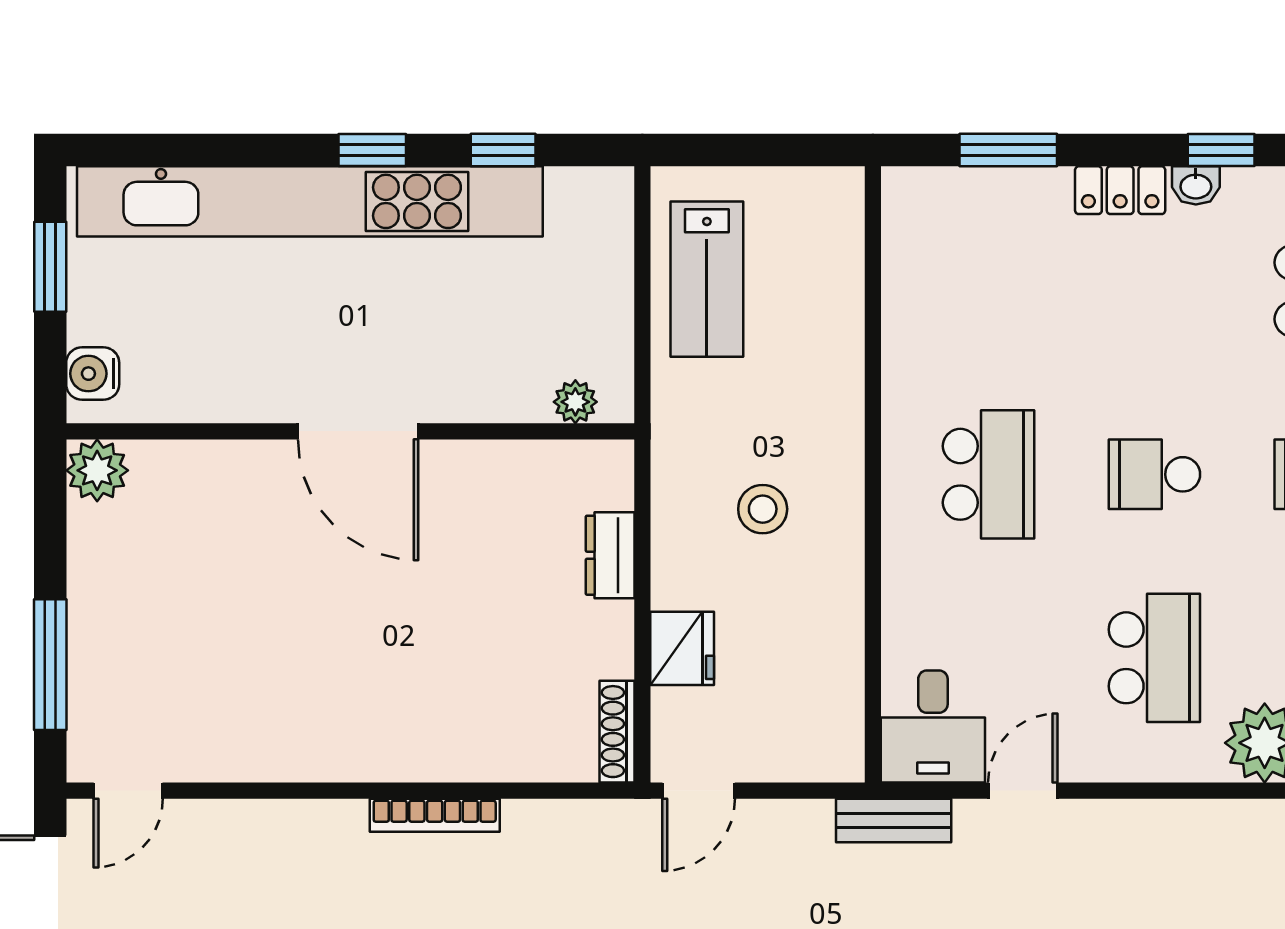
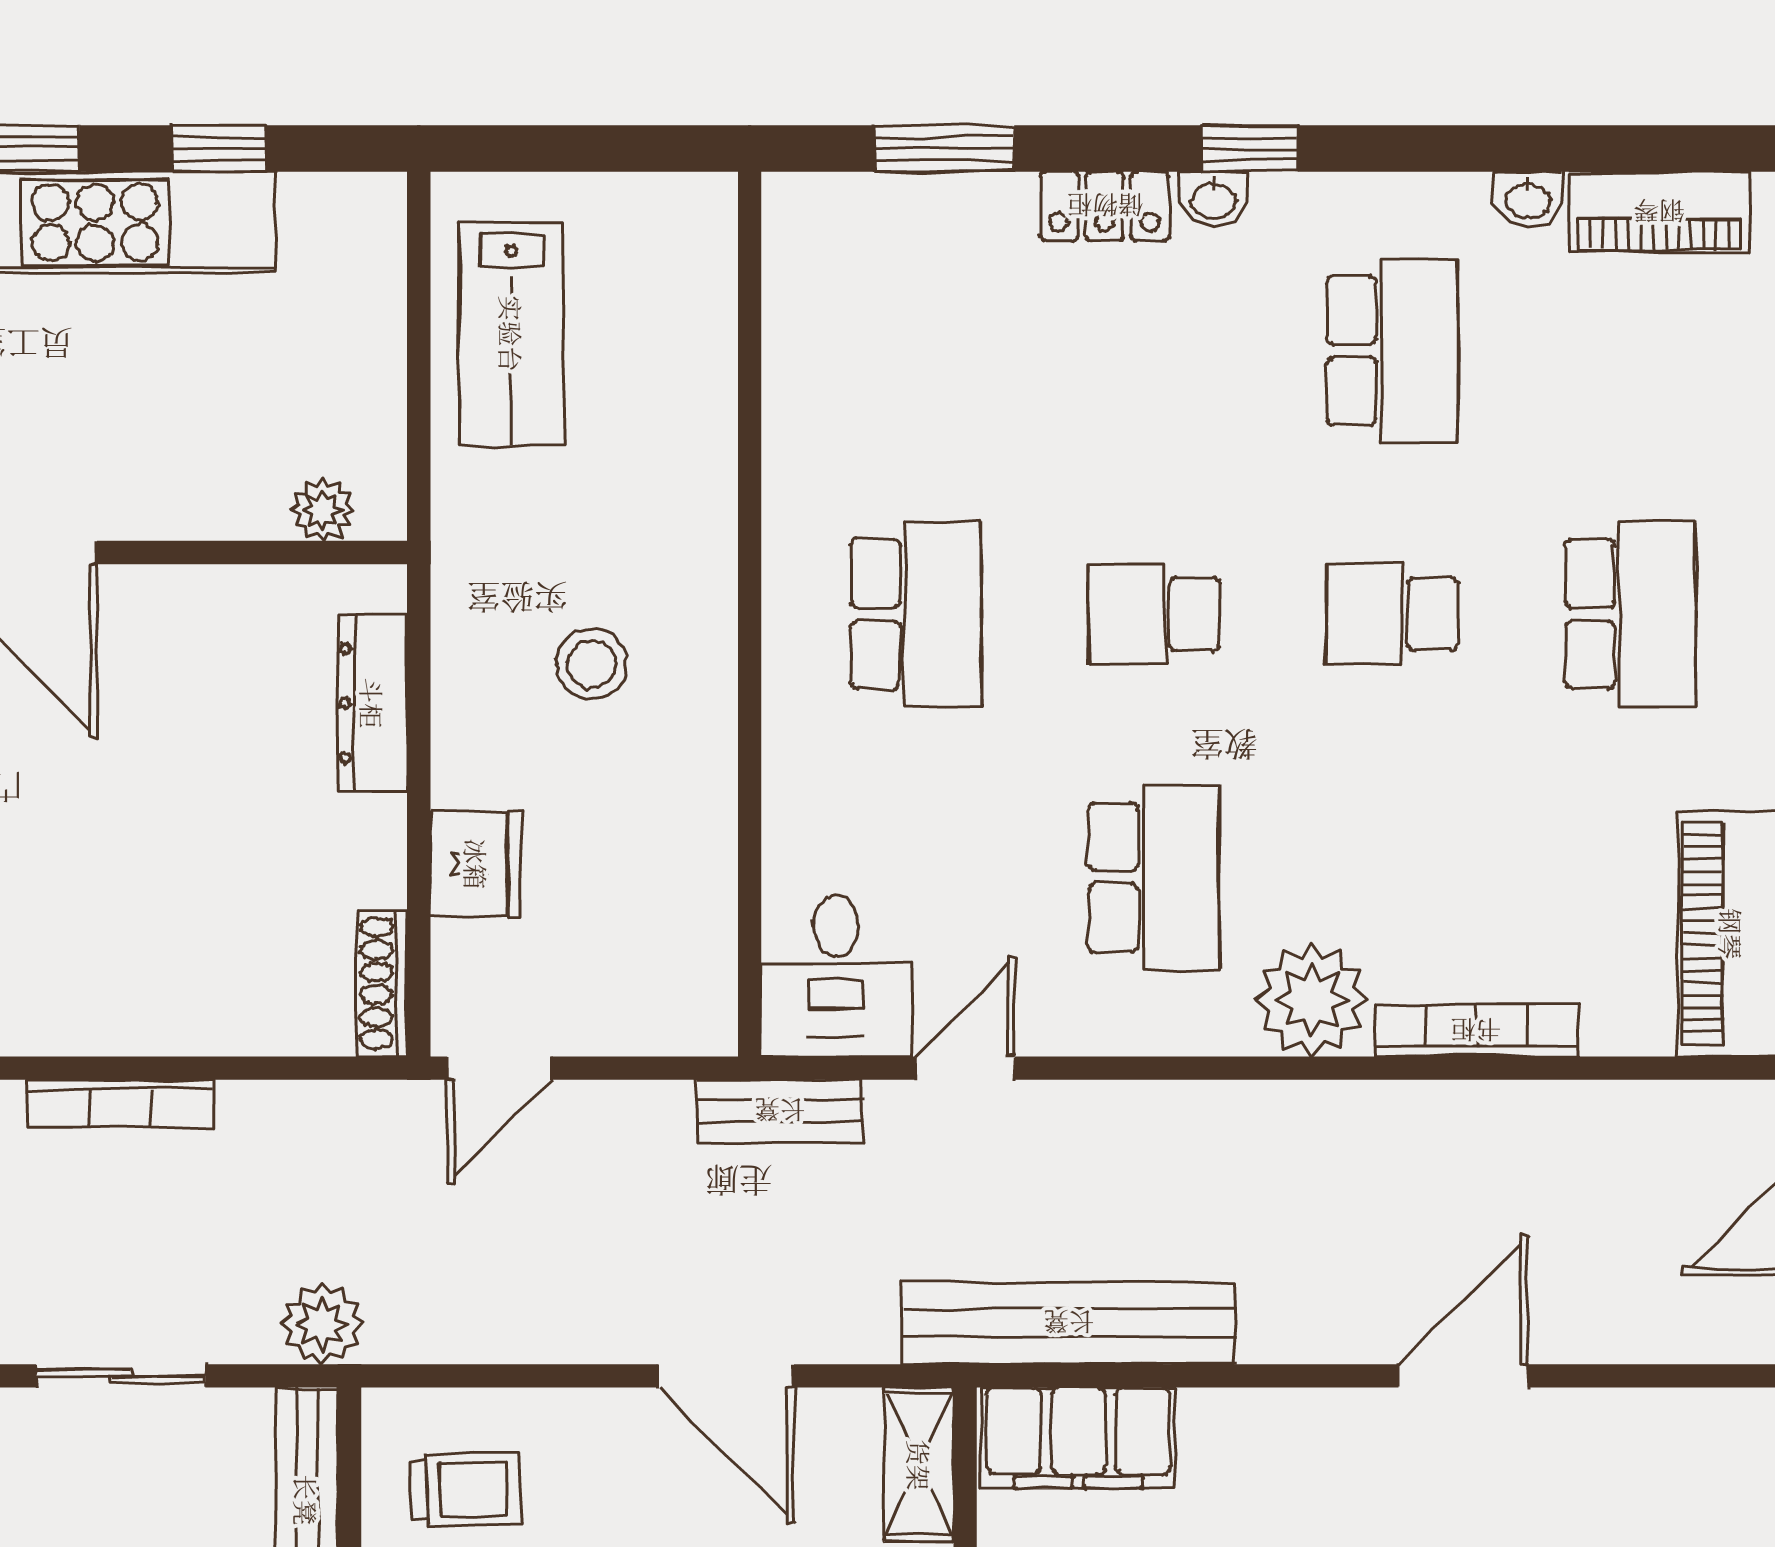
dresser: (610, 555) -> (372, 703), width x1.44

